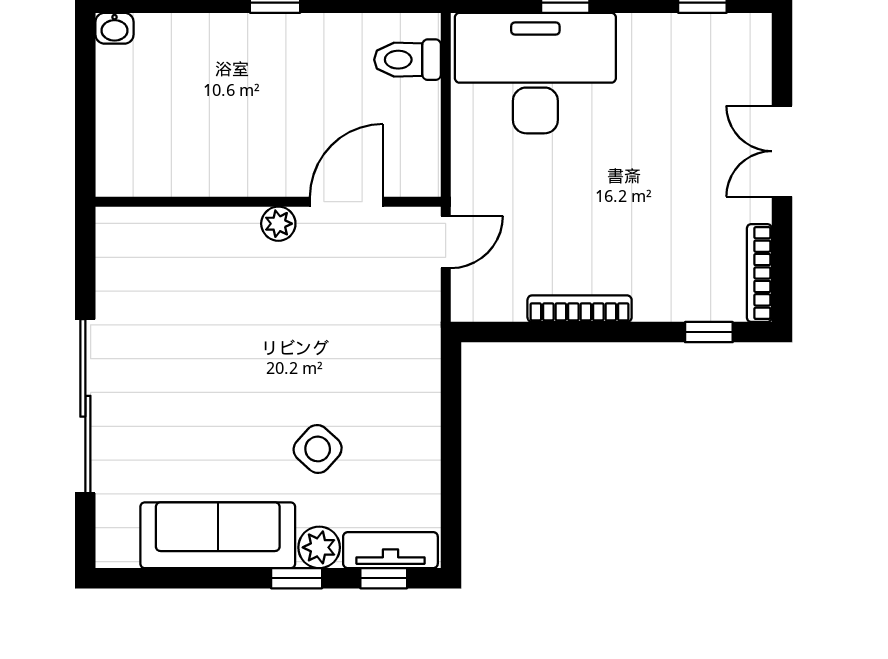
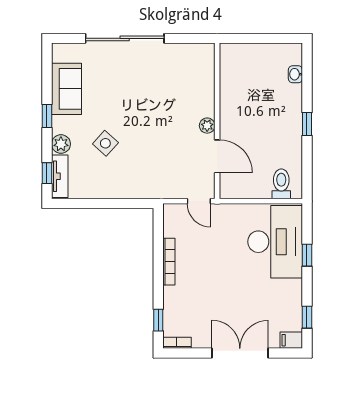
washbasin: (115, 28) -> (295, 74), moved
filing cabinet: (753, 37) -> (291, 340), added
double door: (782, 151) -> (240, 353), width x1.37
bookcase: (759, 273) -> (177, 343), width x0.64
sofa: (218, 535) -> (66, 89), width x0.73
window: (297, 578) -> (47, 116), moved

